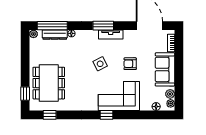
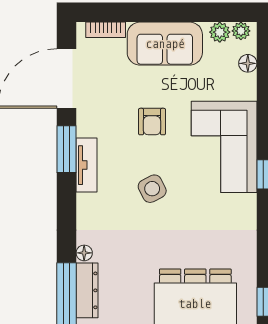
window: (103, 26) -> (67, 149), moved

